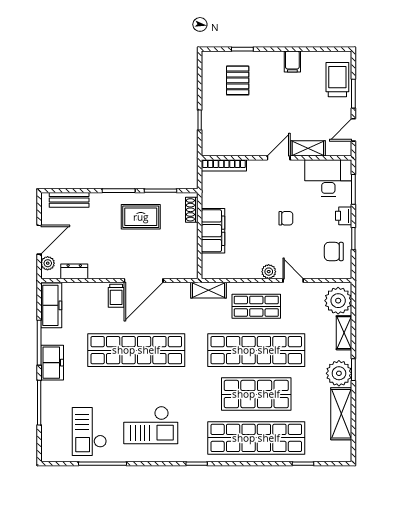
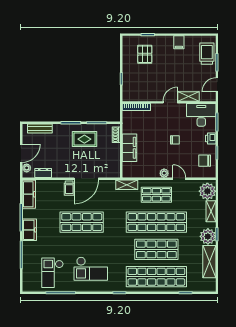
shop shelf: (136, 350) -> (82, 222), width x0.71

